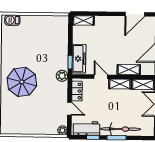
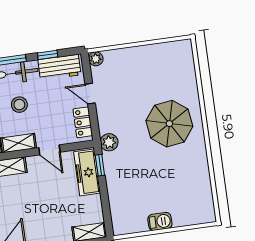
barbecue: (12, 20) -> (160, 221), moved
stool: (116, 108) -> (19, 105), added

